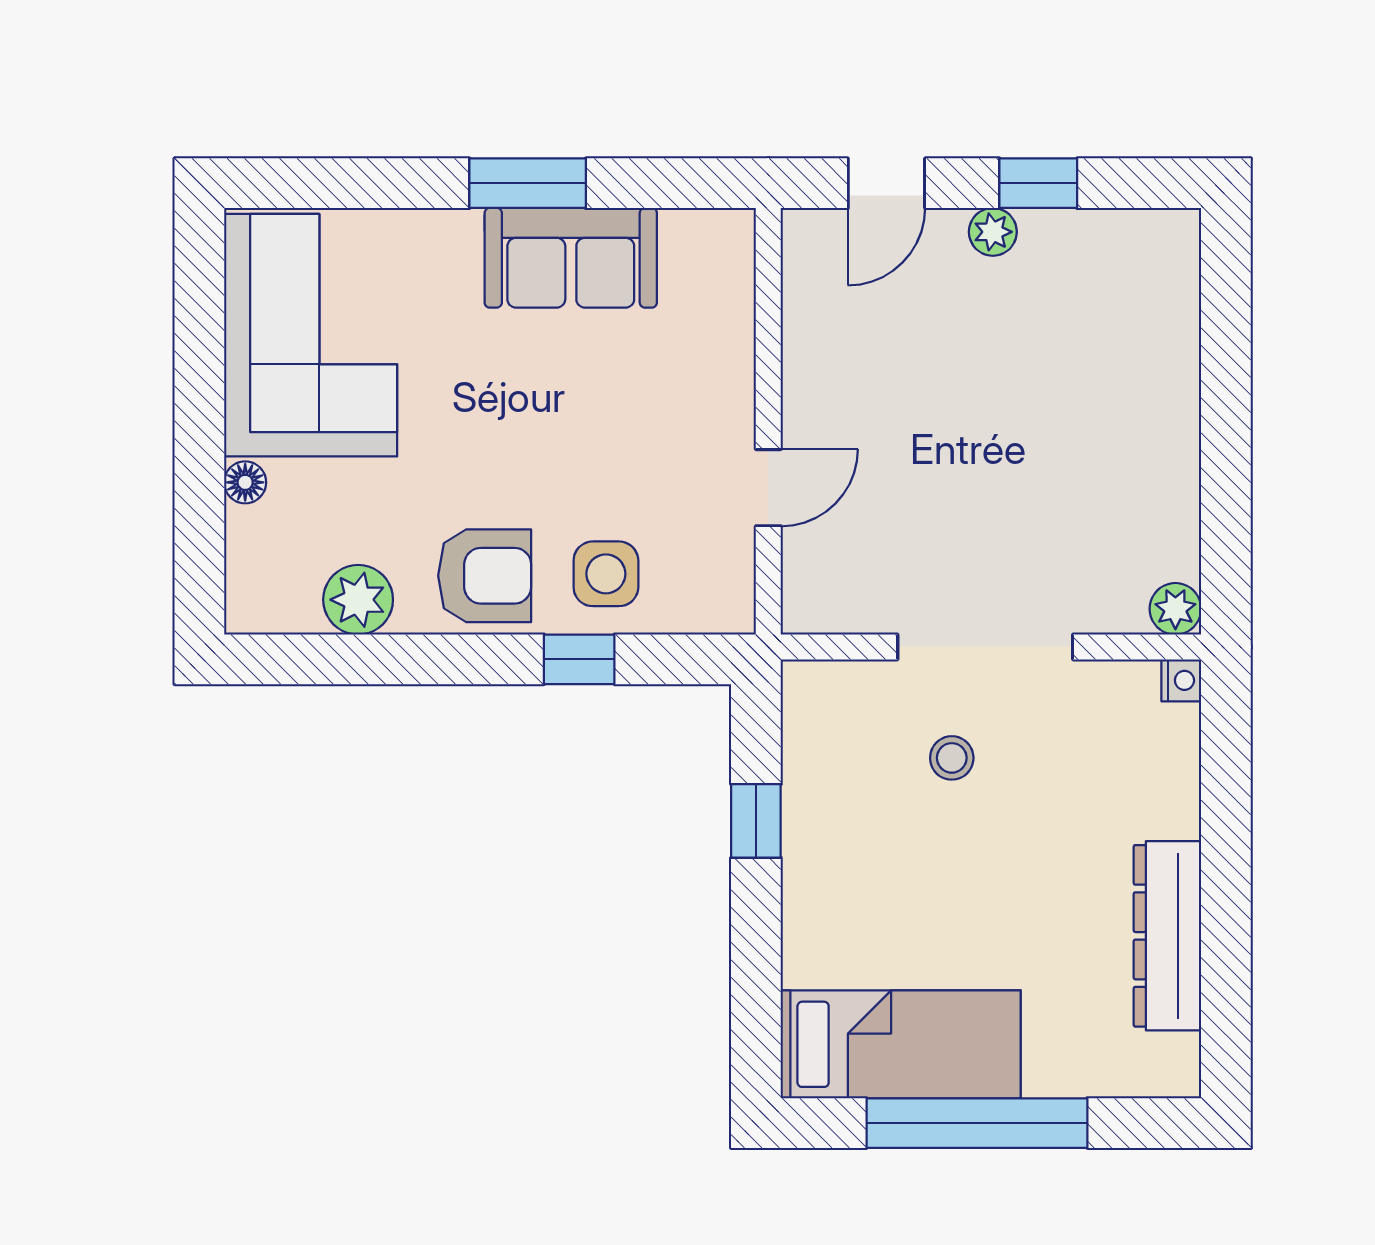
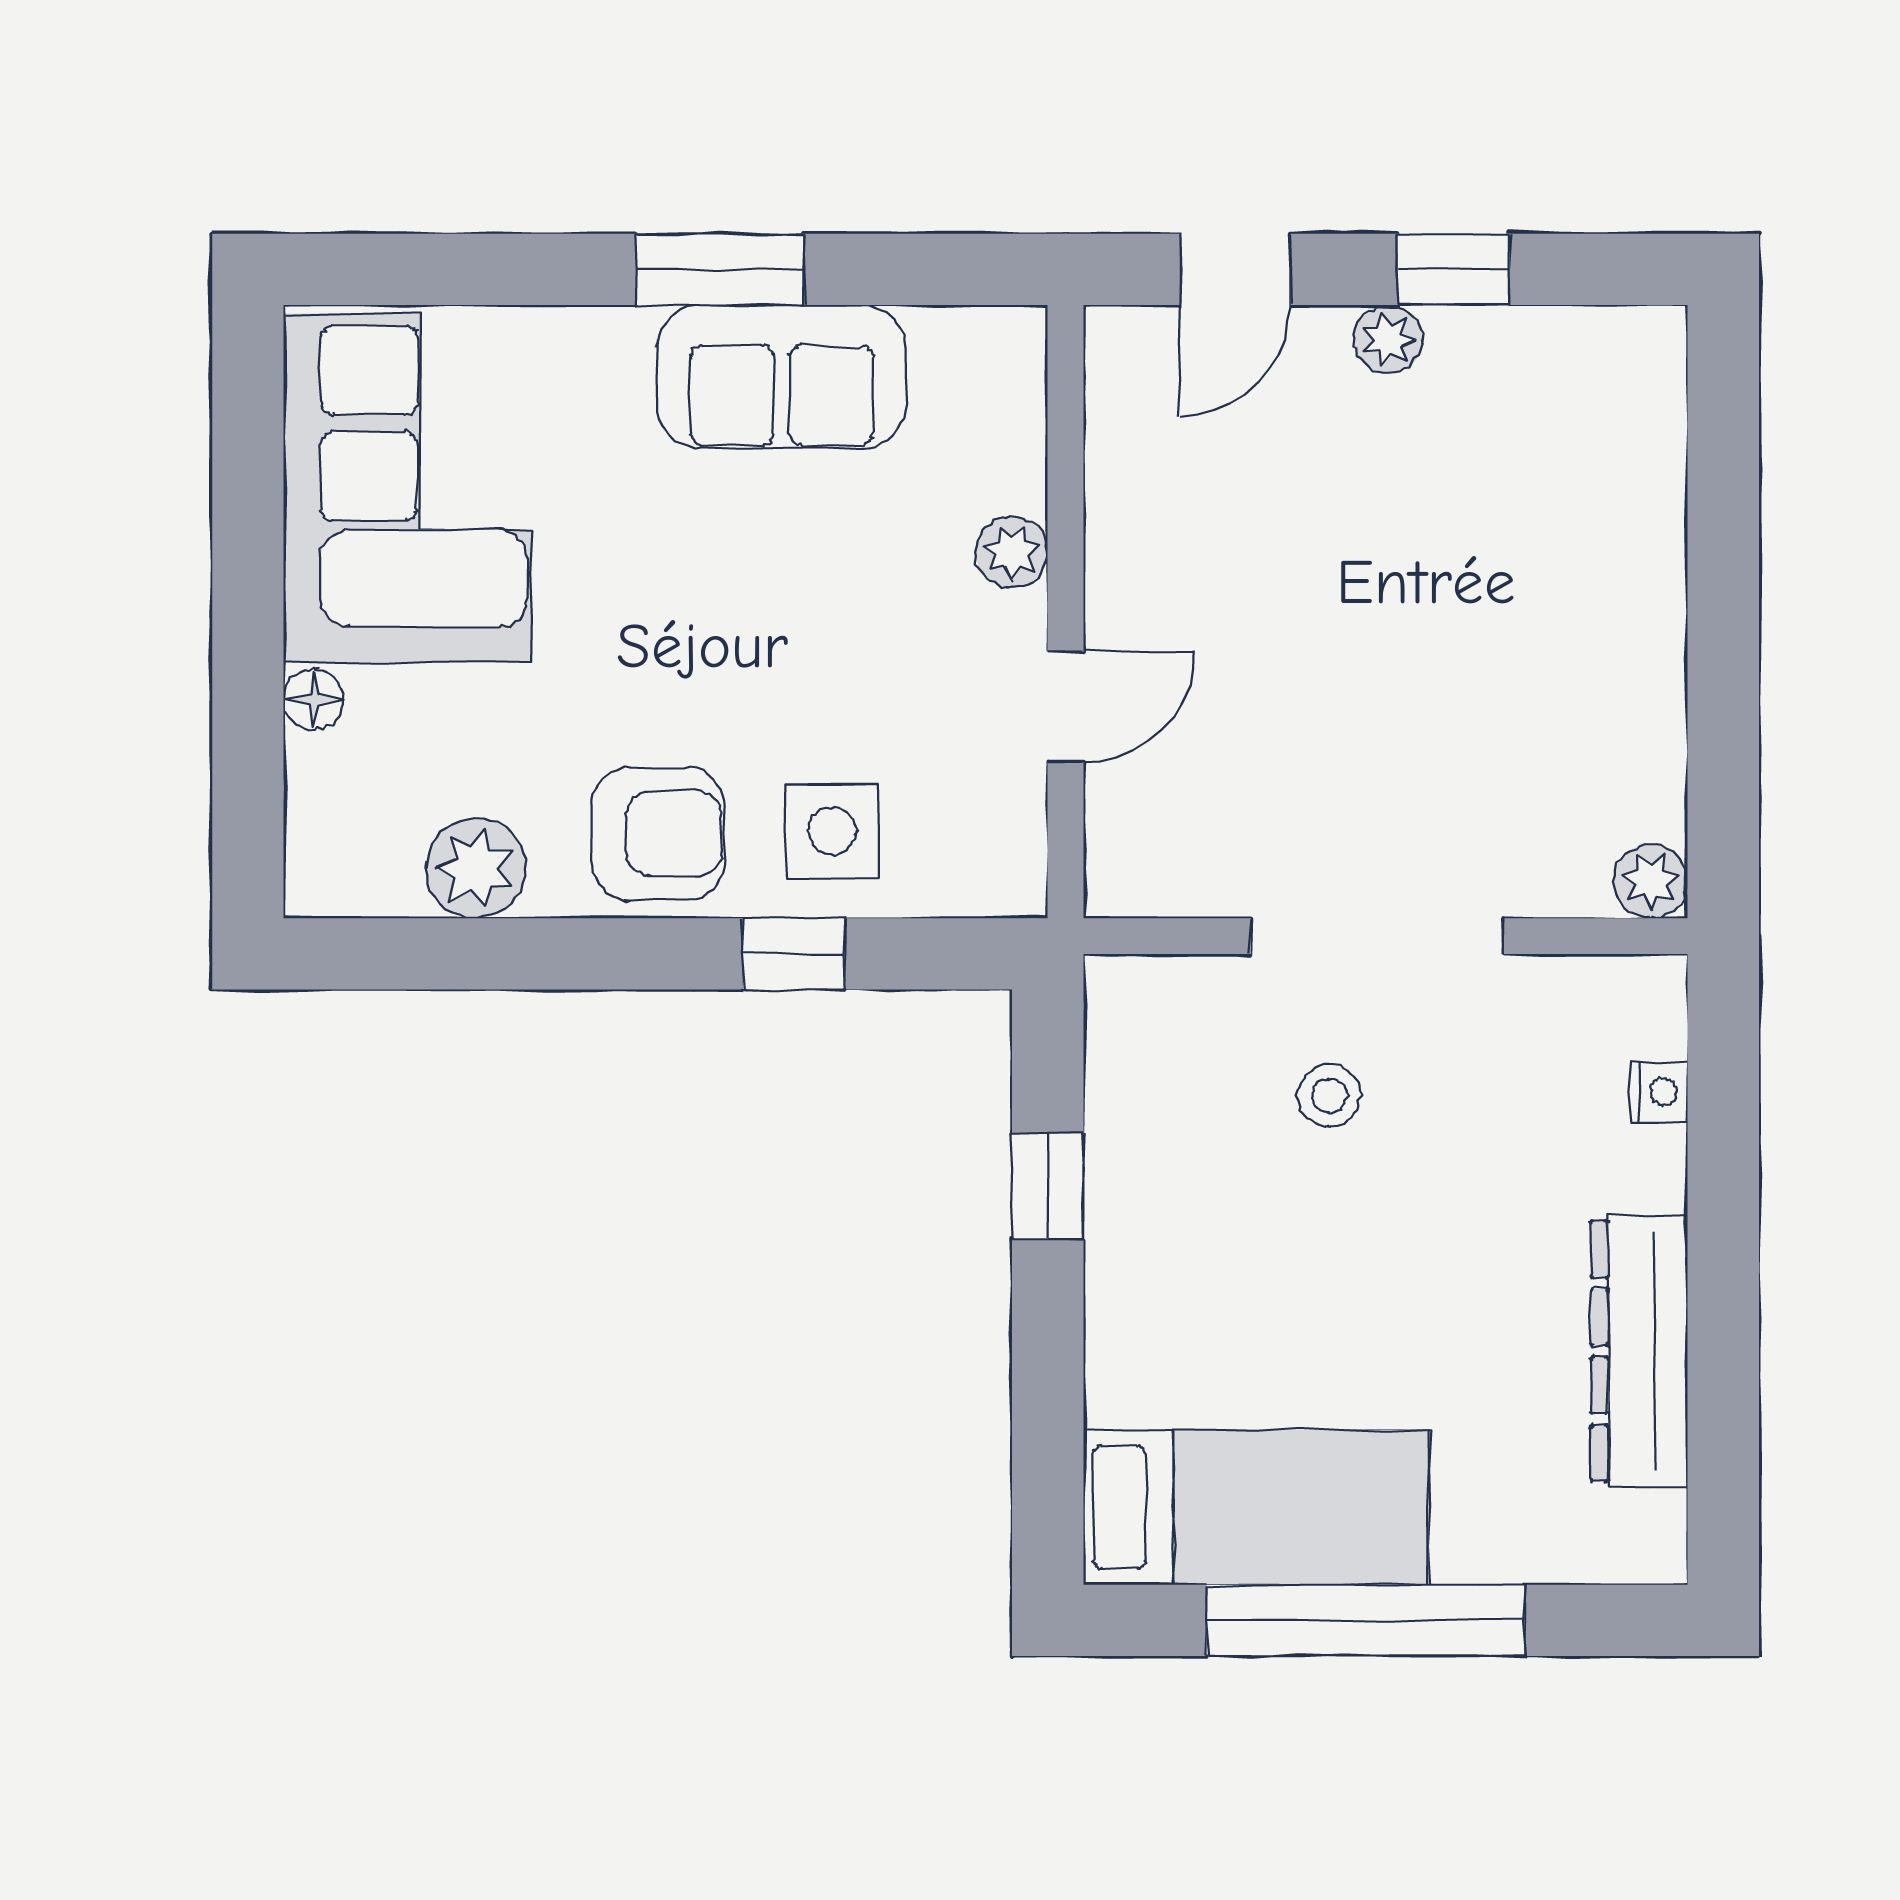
plant: (731, 380) -> (1012, 552), added
nightstand: (1181, 680) -> (1659, 1092), moved

